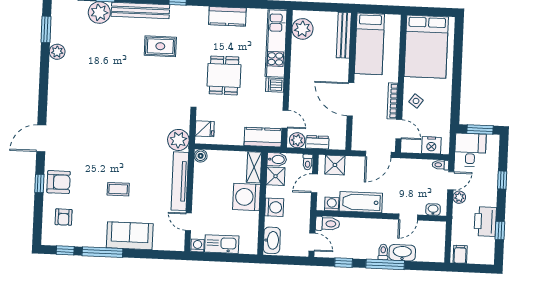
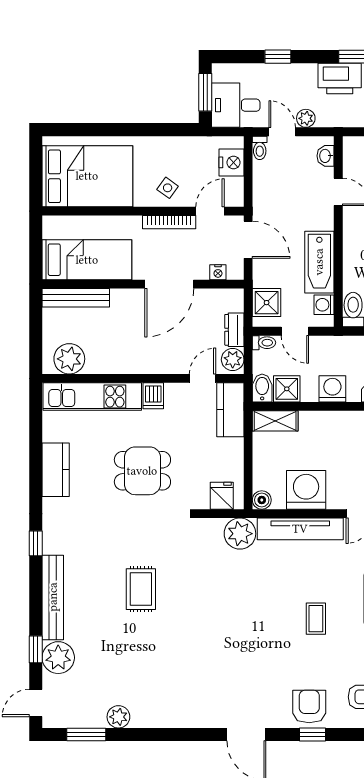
rug: (160, 46) -> (141, 589), moved
nightstand: (357, 133) -> (218, 272), added
washing machine: (246, 197) -> (306, 490), moved, turned 180

